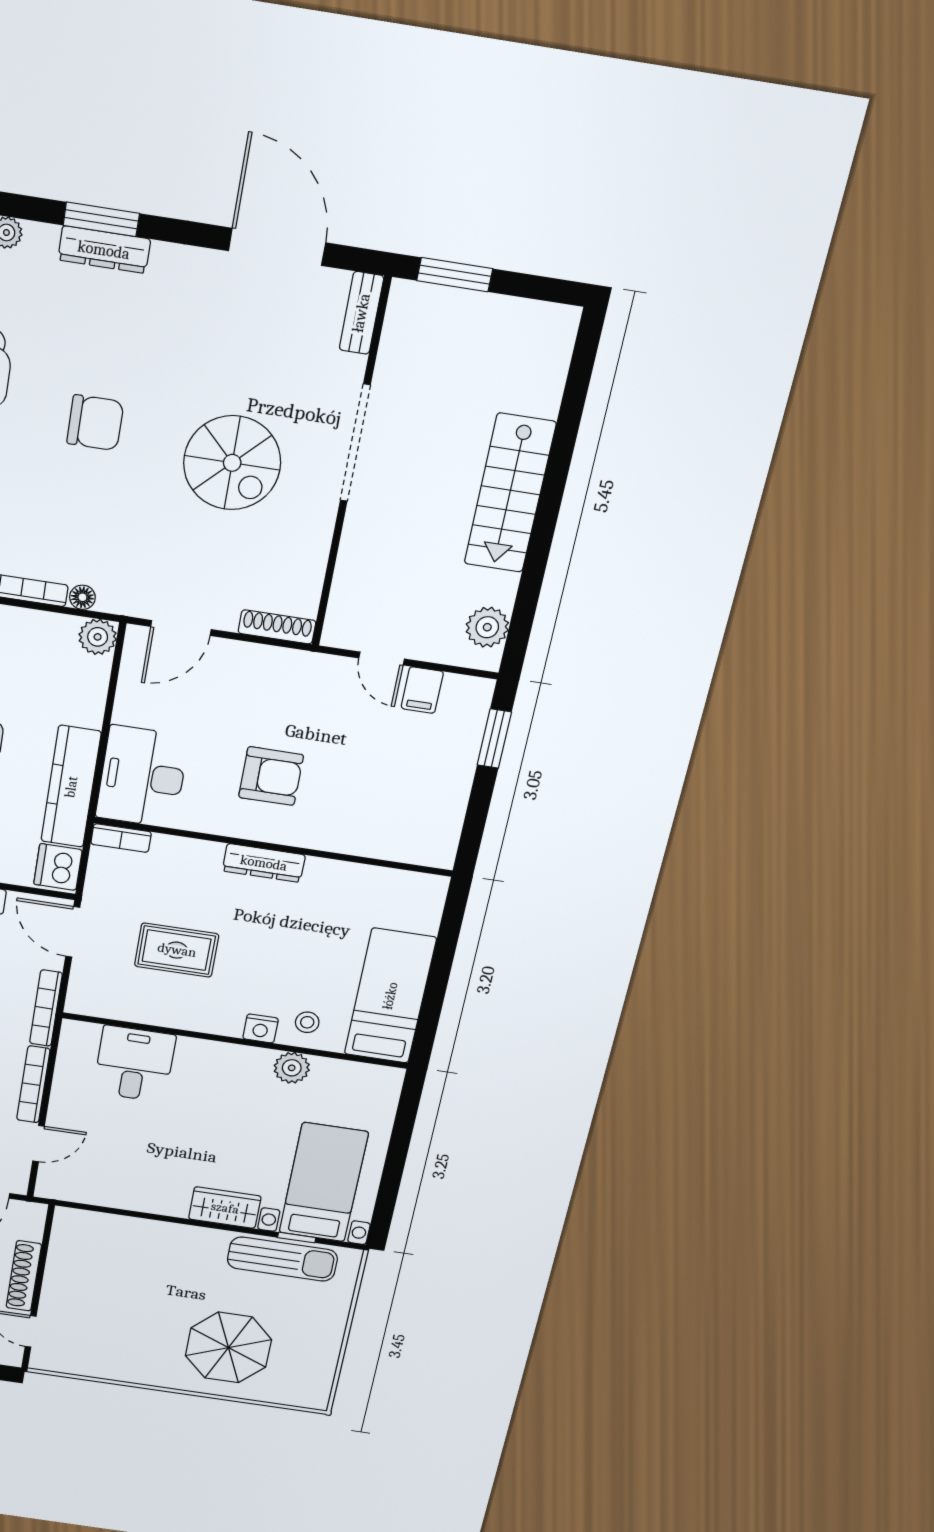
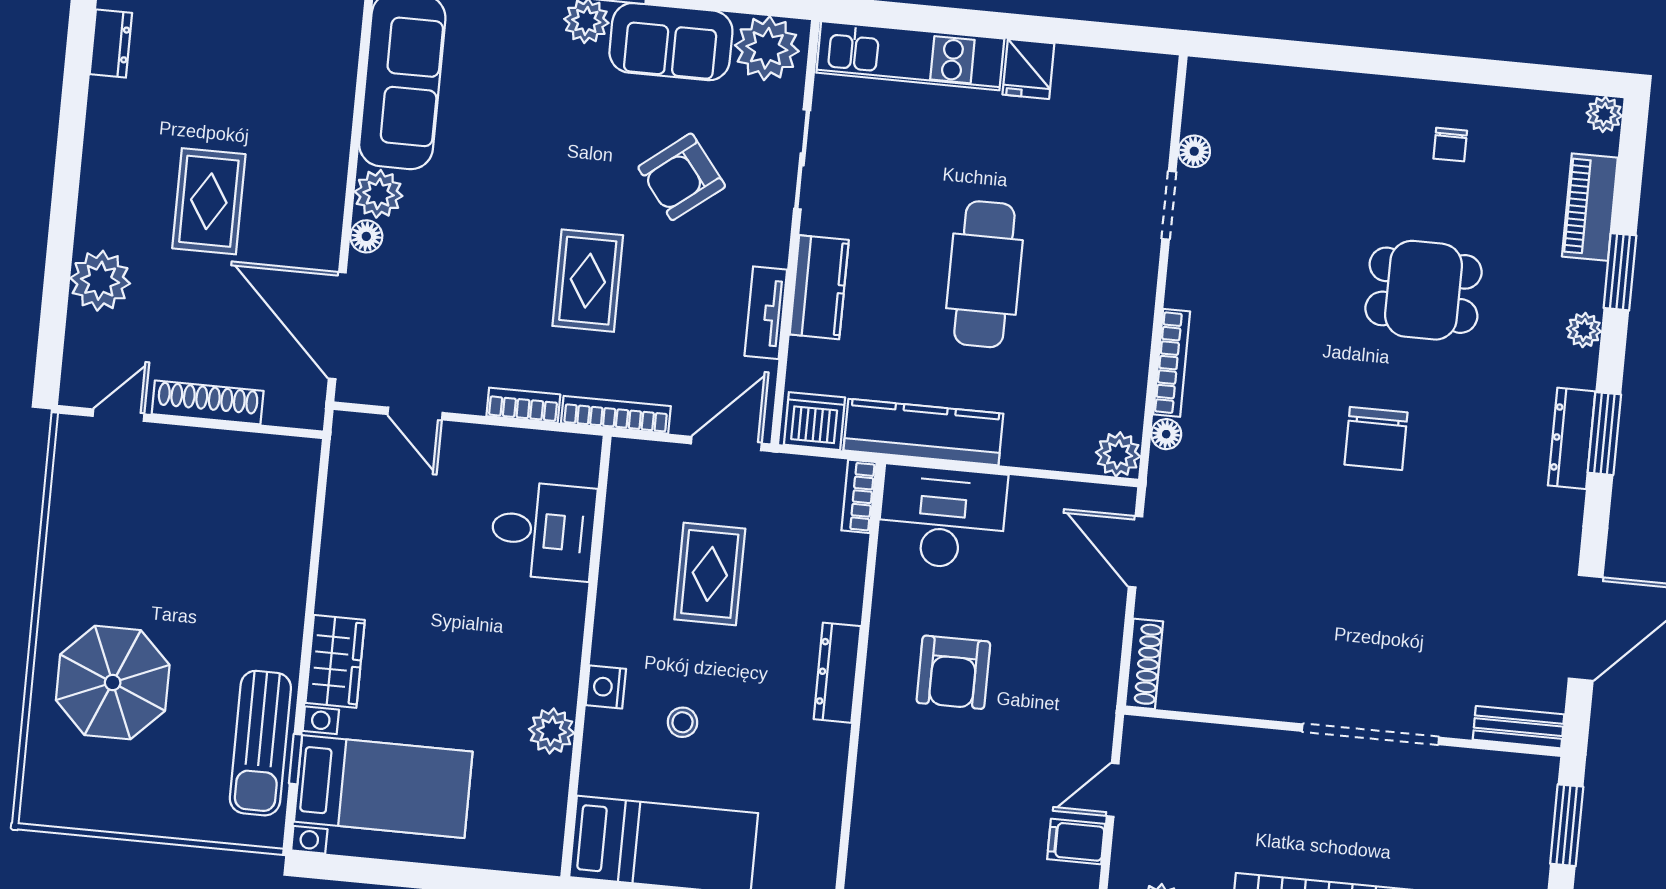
spiral stairs: (232, 463) -> (1339, 597), removed
stool: (307, 1022) -> (682, 722), moved
bookcase: (33, 1084) -> (523, 405), width x0.64

